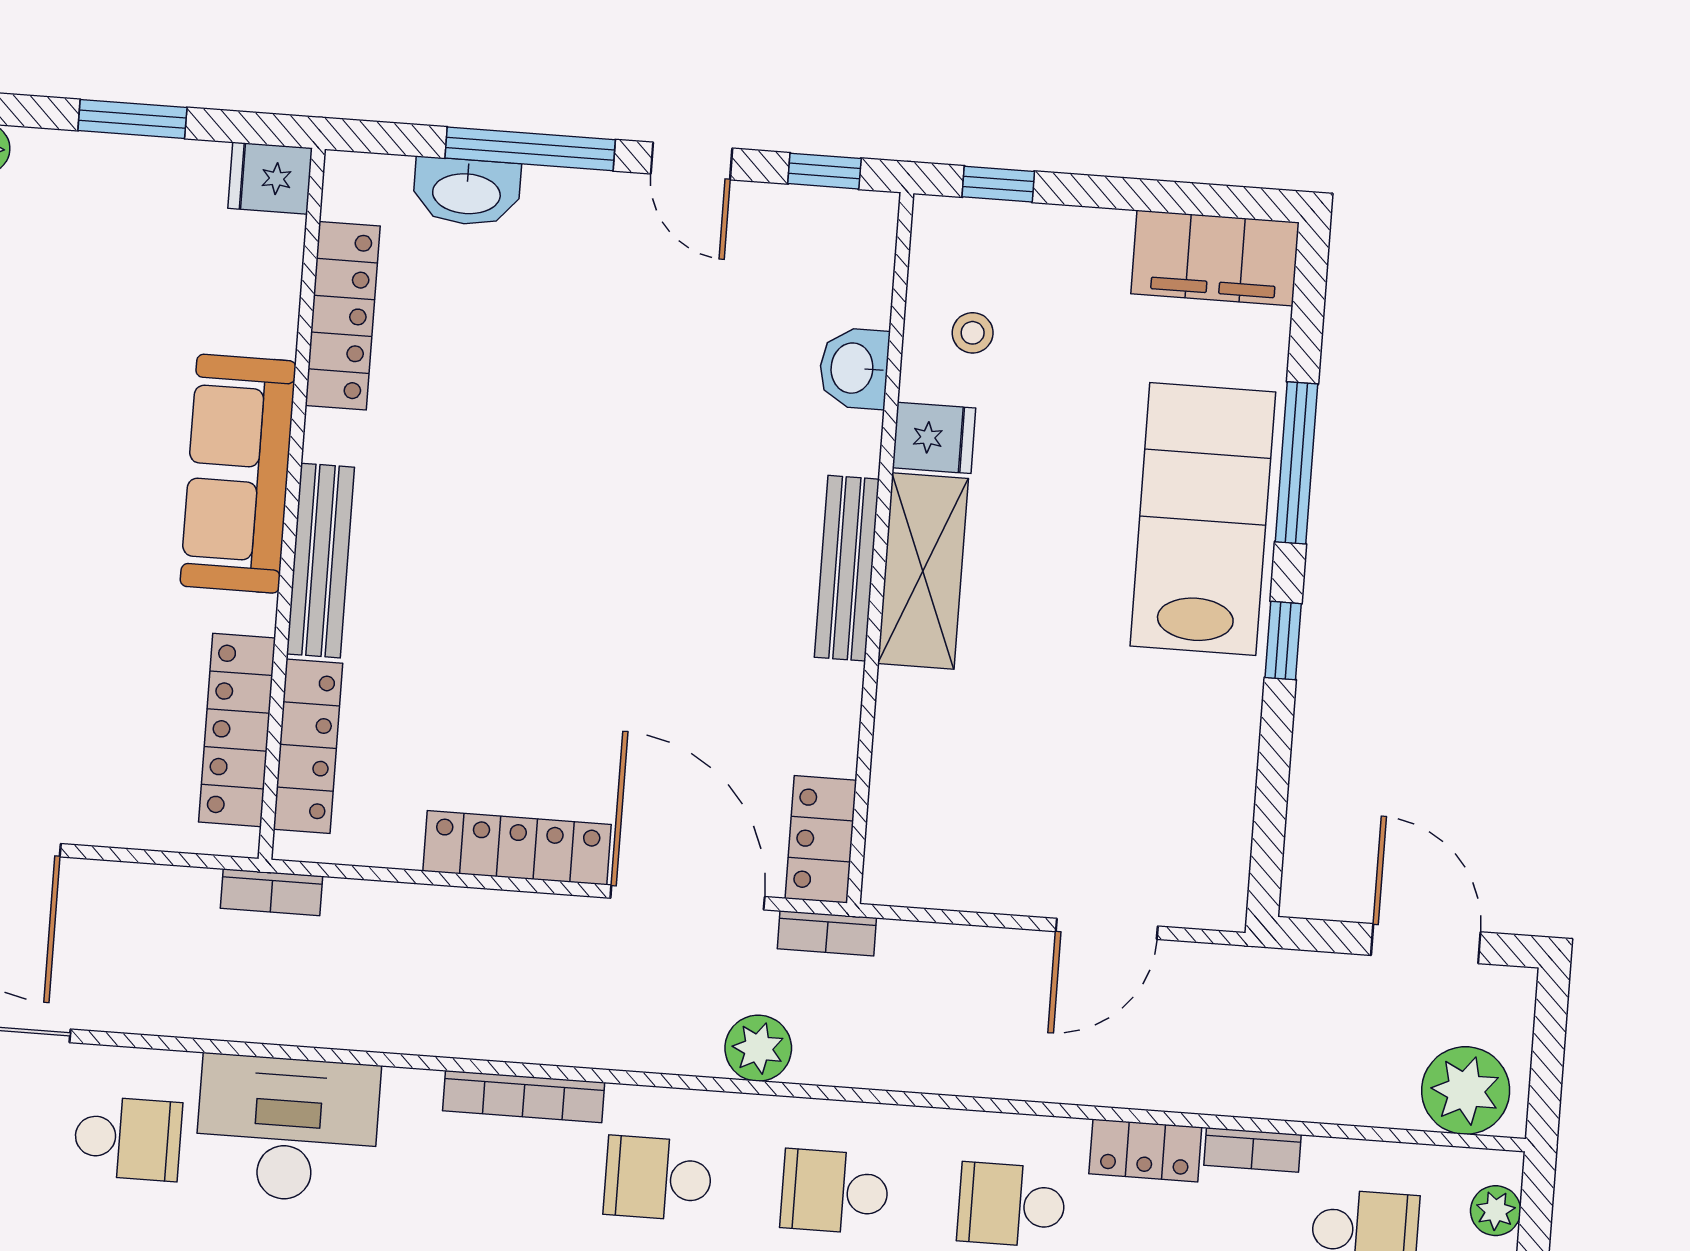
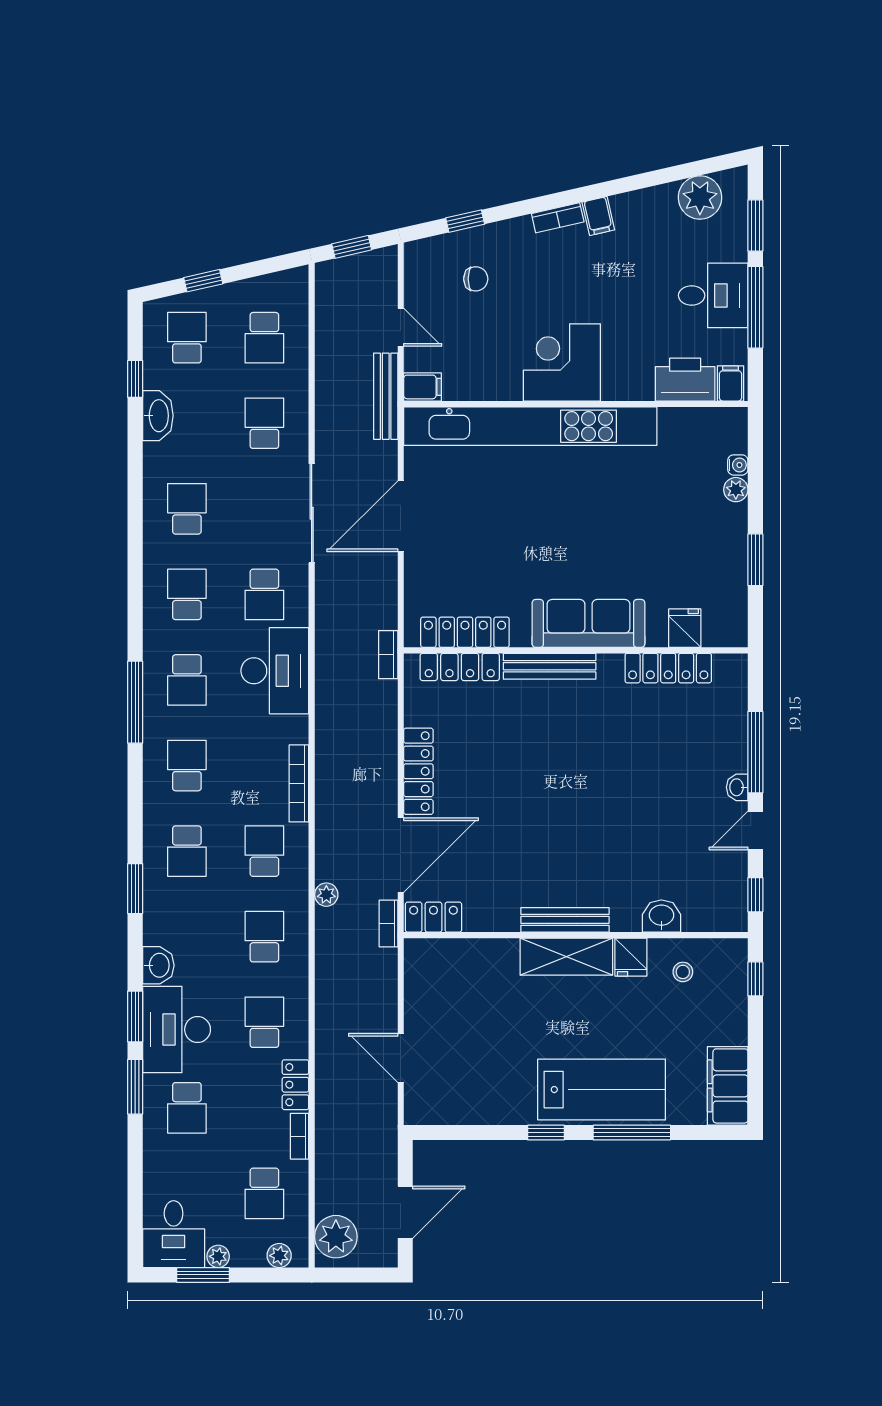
fridge: (270, 178) -> (685, 628), moved
washbasin: (467, 192) -> (737, 787), moved, width x0.52, depth x0.69
plant: (758, 1048) -> (326, 895), width x0.73, depth x0.73

